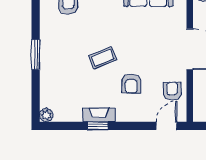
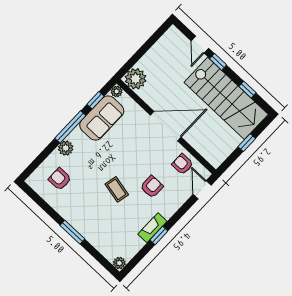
coffee table: (103, 58) -> (117, 189), turned -56
armchair: (131, 84) -> (152, 187), turned -90

